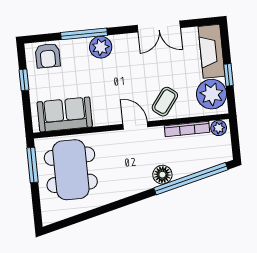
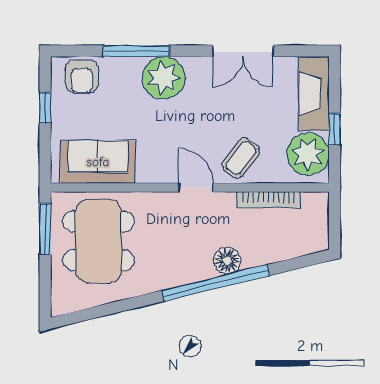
plant: (101, 47) -> (164, 78), width x1.36, depth x1.36
plant: (219, 128) -> (313, 203), removed
window: (191, 179) -> (216, 283), moved

